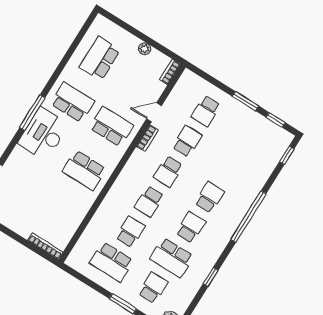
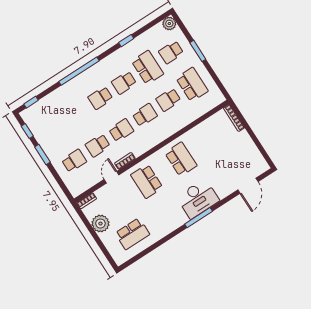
plant: (145, 49) -> (100, 224), width x1.87, depth x1.87
school desk: (72, 102) -> (166, 212), removed
door: (154, 112) -> (112, 177), swing flipped

